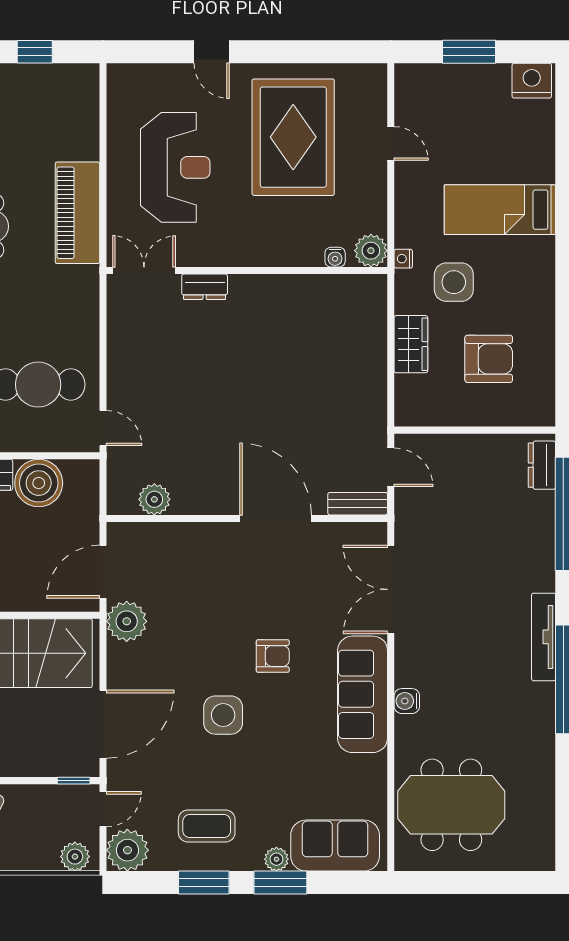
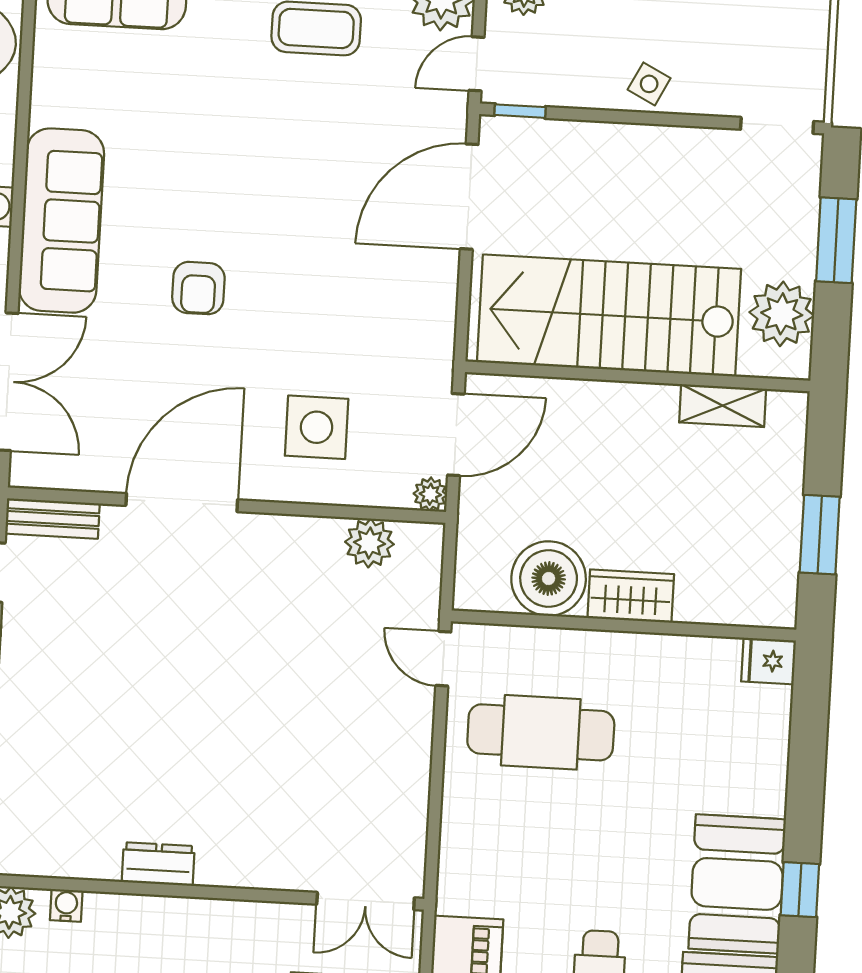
dresser: (205, 287) -> (158, 864), moved
door: (276, 518) -> (182, 503), swing flipped
plant: (127, 621) -> (430, 494), moved, width x0.53, depth x0.53
armchair: (273, 656) -> (198, 288), turned -90
side table: (223, 715) -> (317, 427), moved

